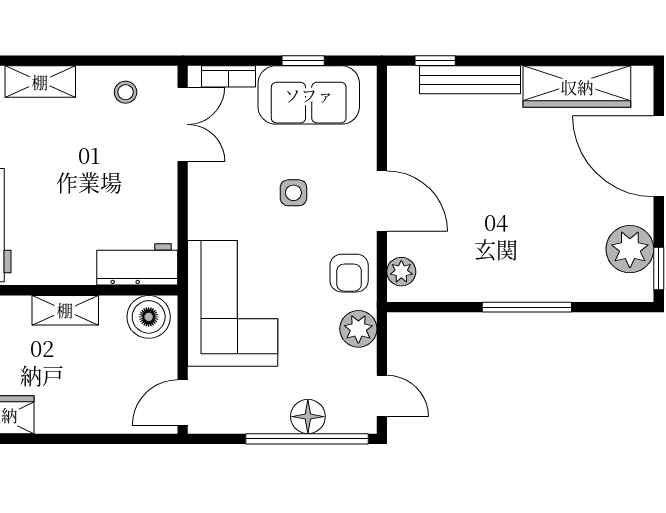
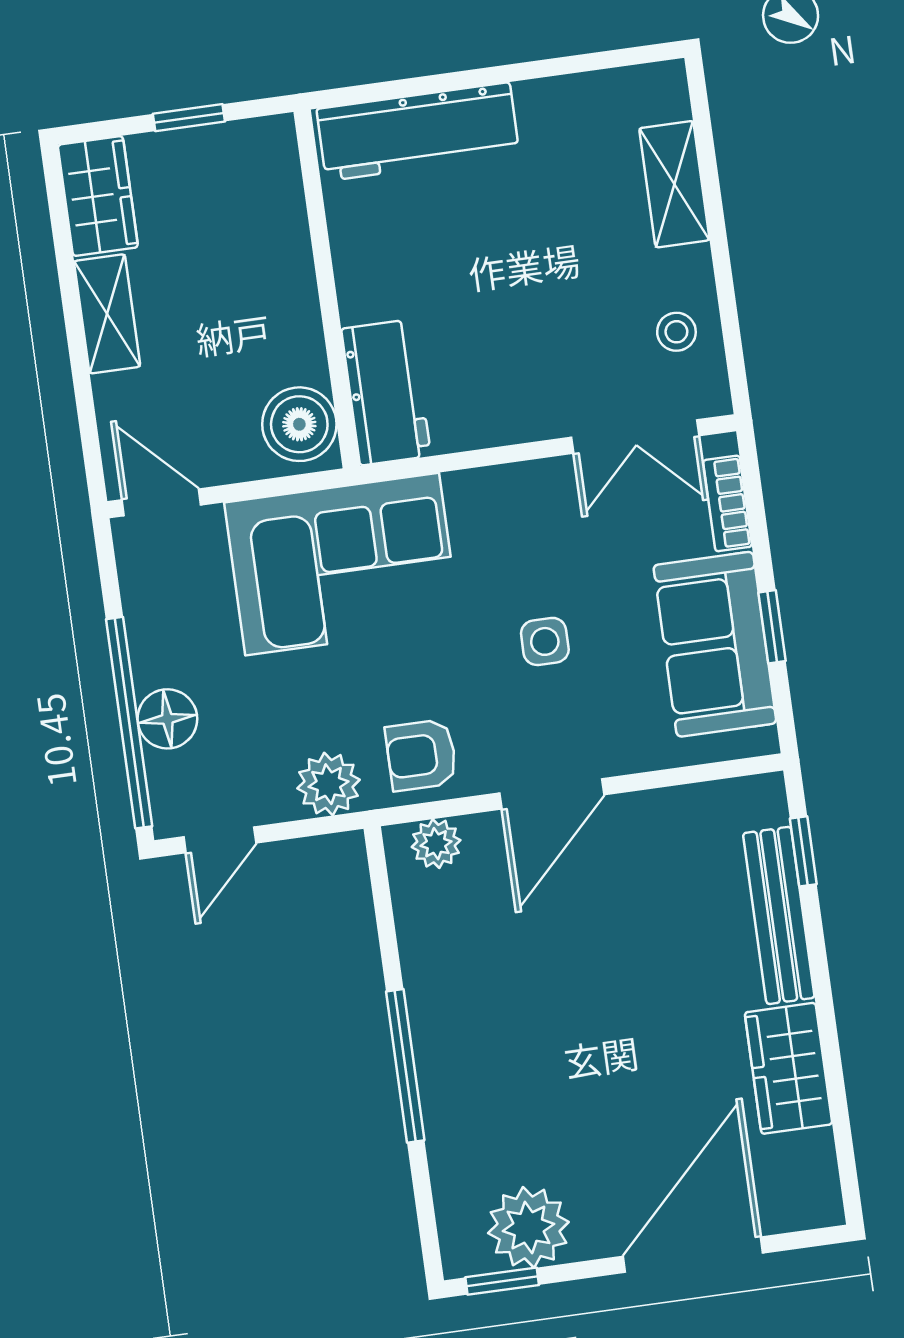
wardrobe: (577, 87) -> (788, 1068), width x0.67
shelving: (65, 310) -> (107, 314), moved

